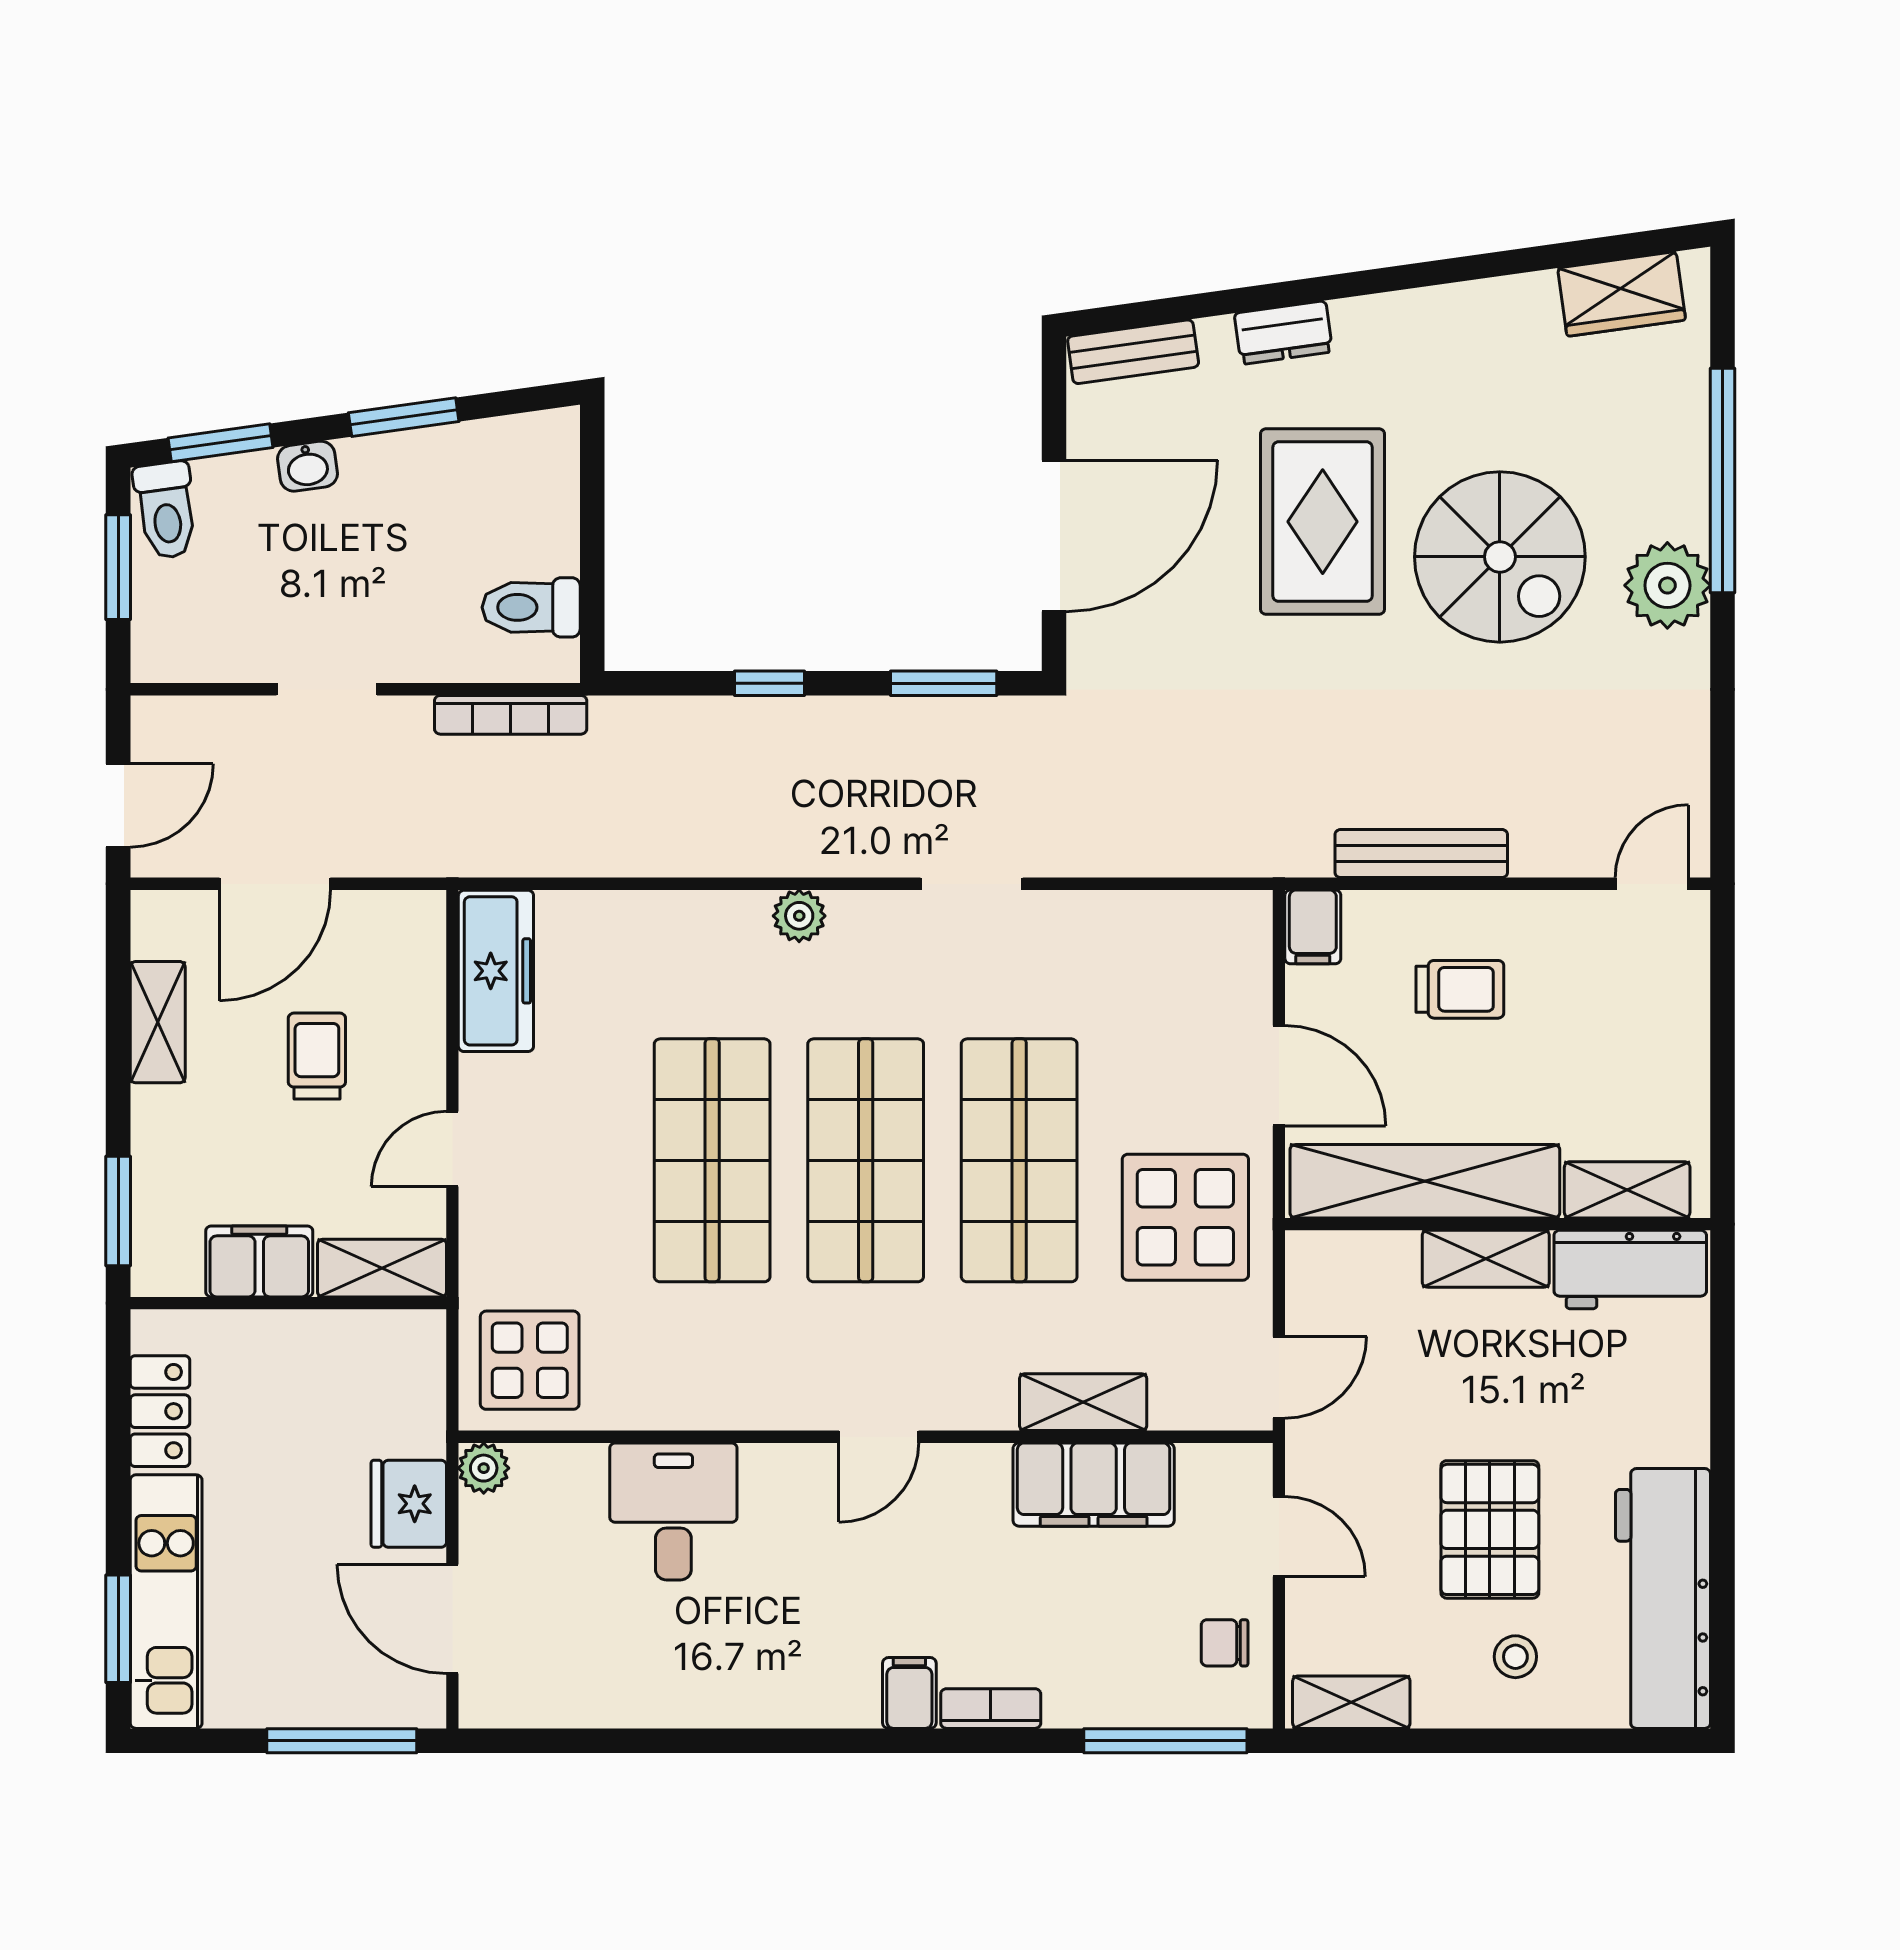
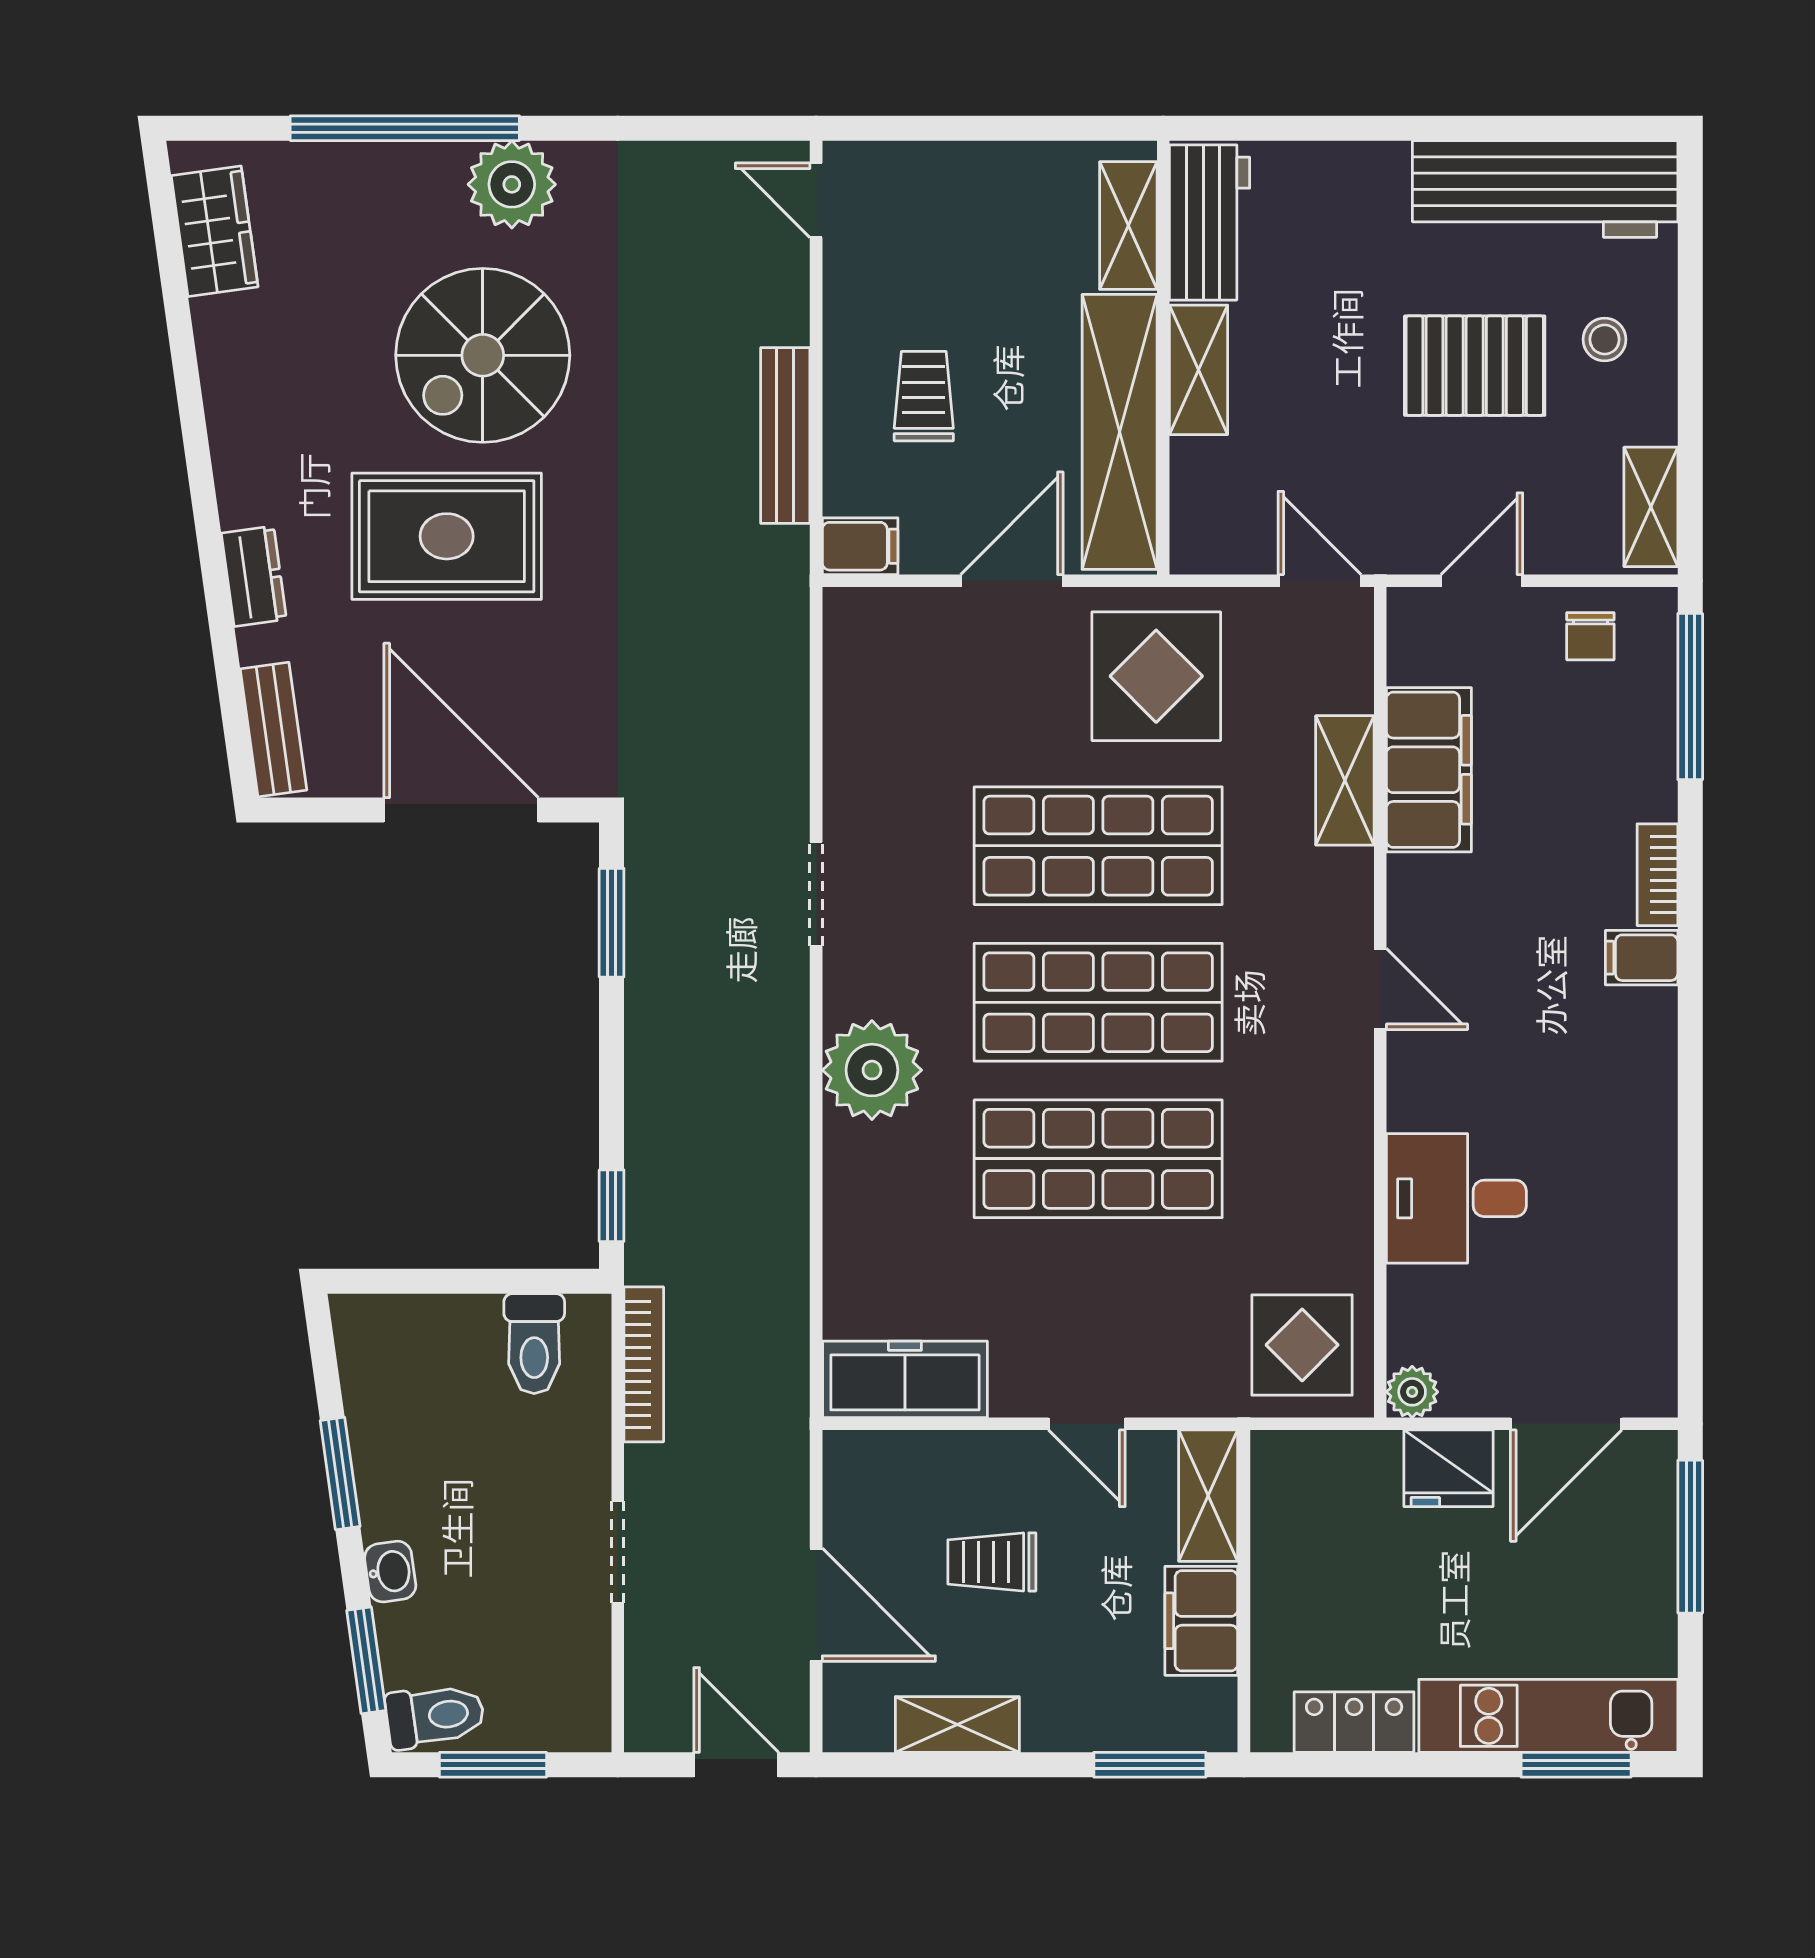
spiral stairs: (1500, 557) -> (483, 355), turned 180
window: (770, 683) -> (612, 1206), moved
plant: (799, 916) -> (872, 1070), width x1.88, depth x1.88

